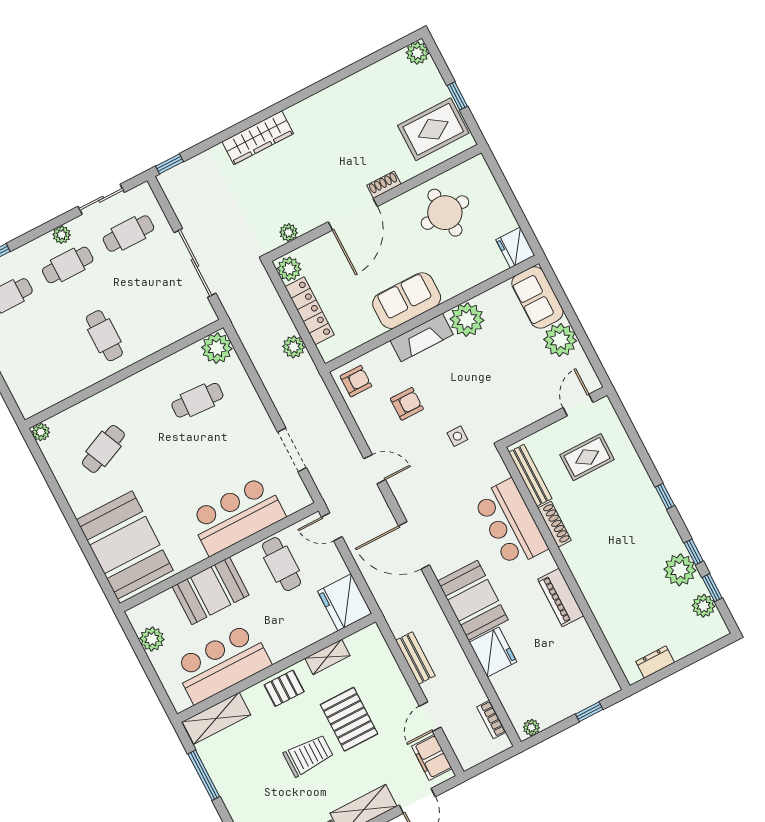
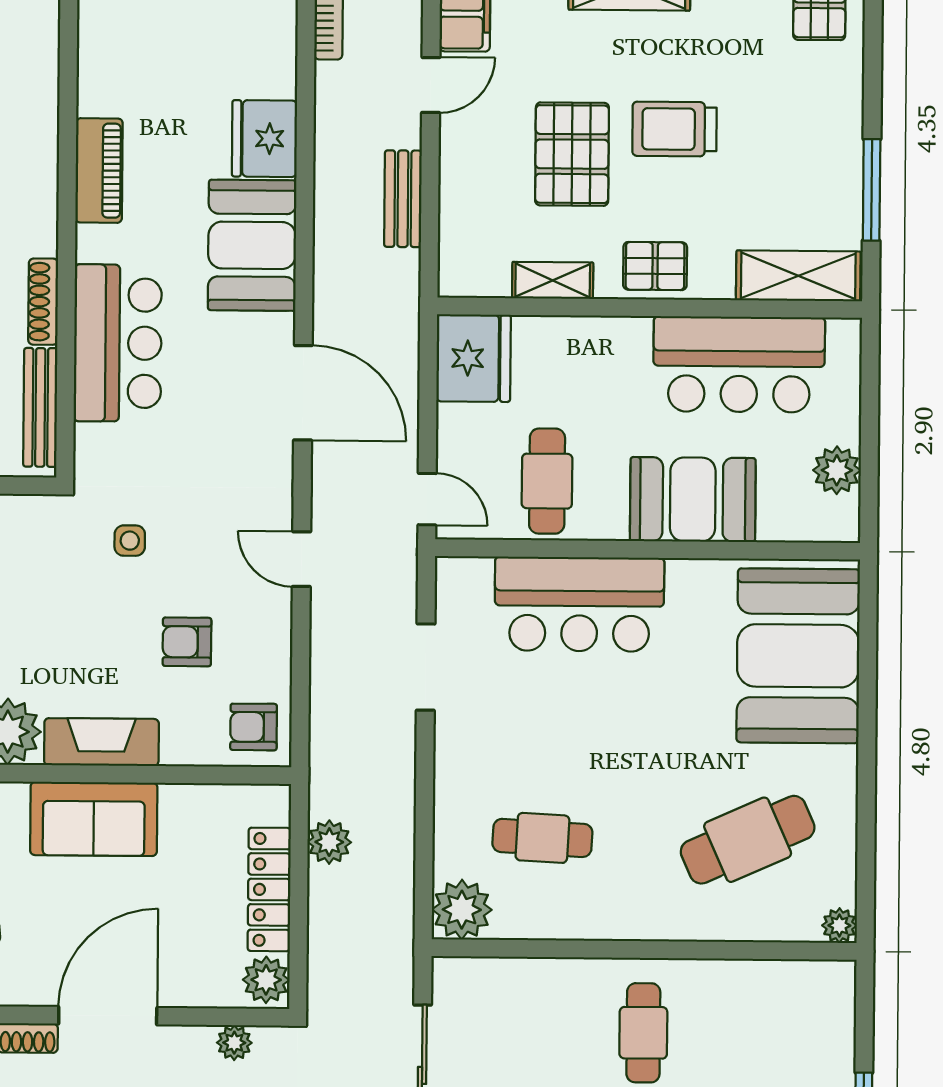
cafe table: (103, 449) -> (748, 840), width x1.37, depth x1.35

